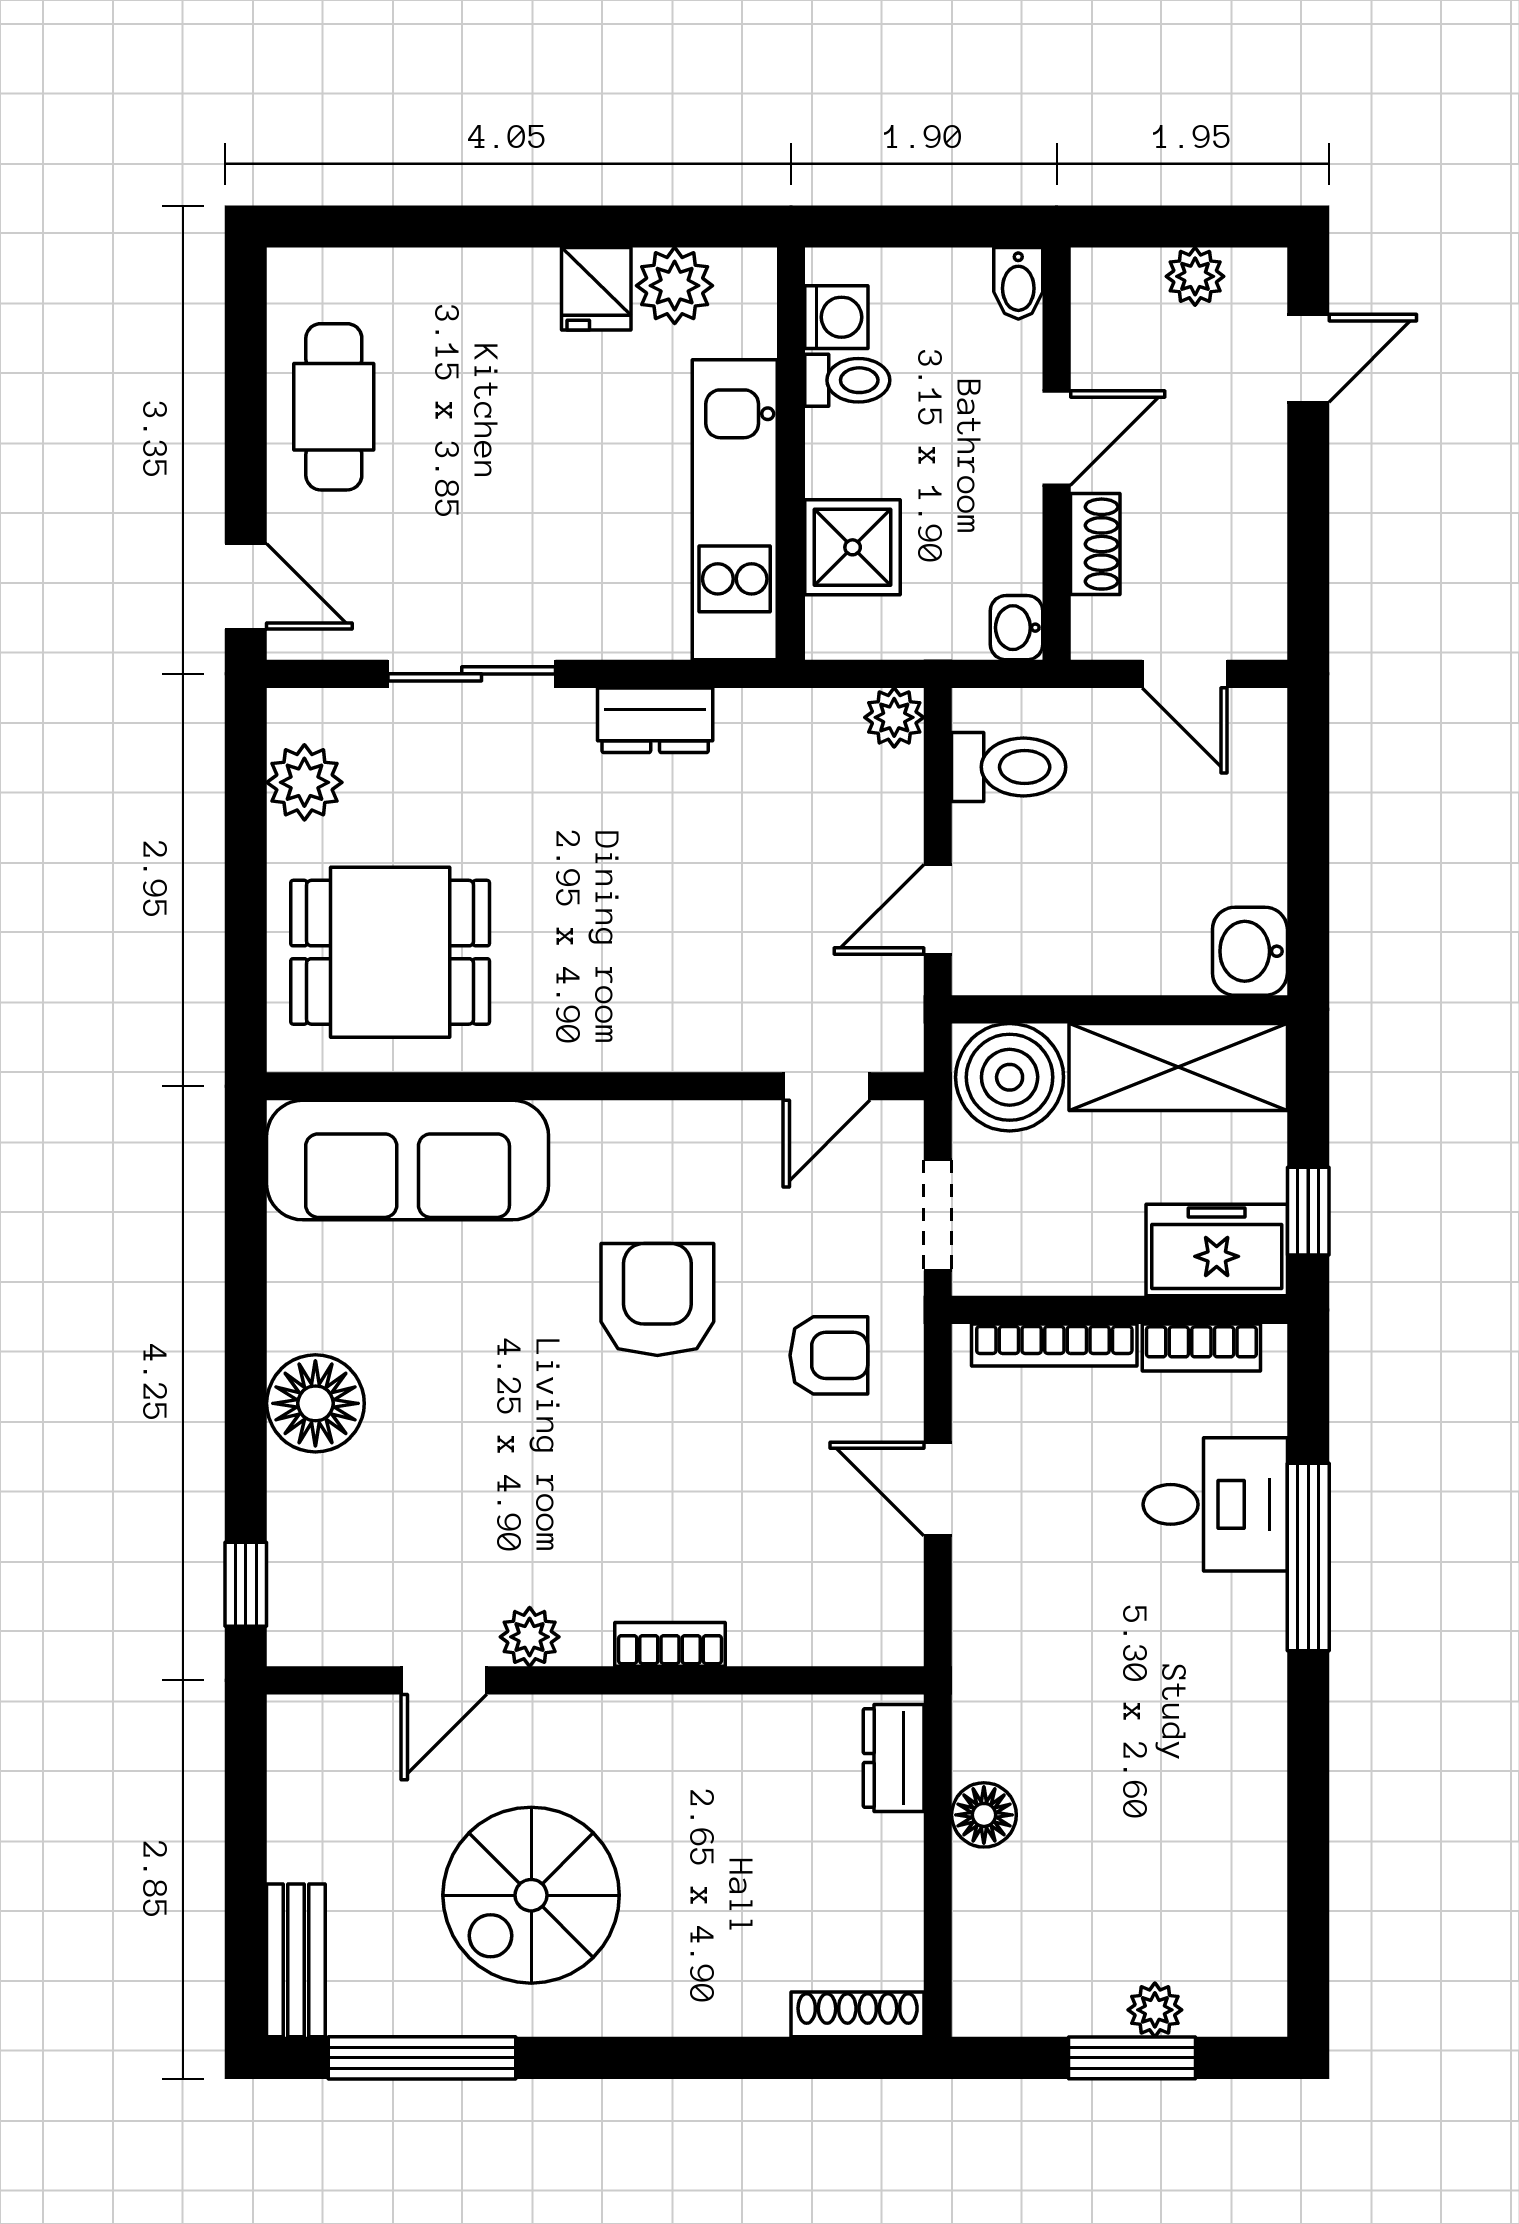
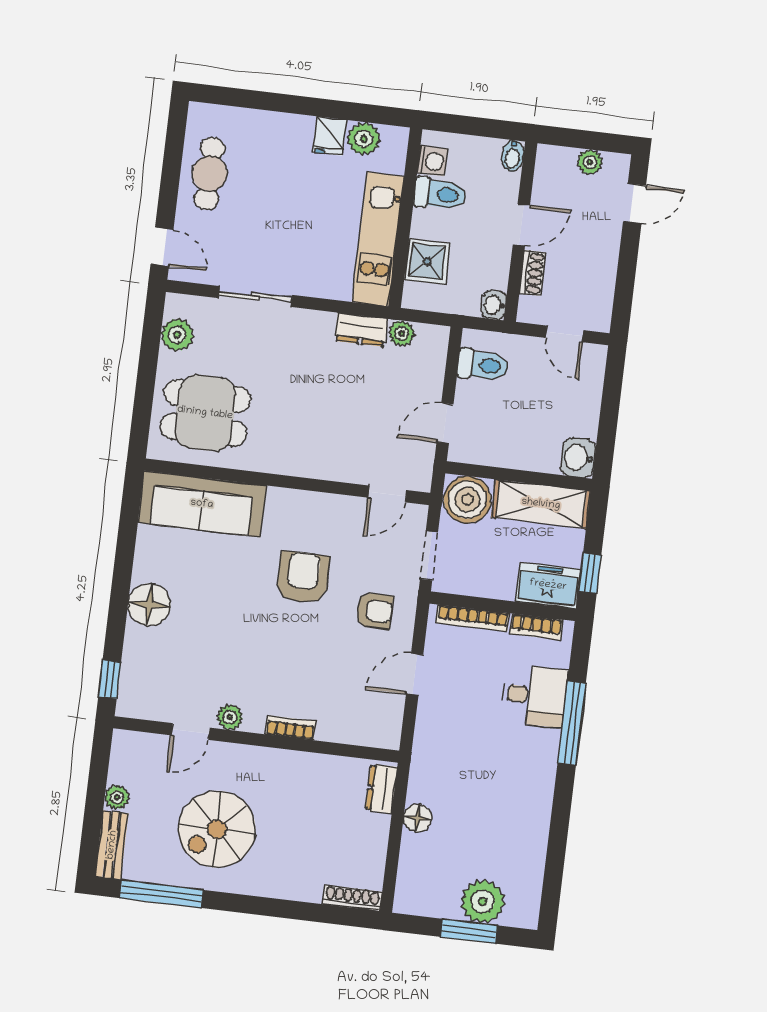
toilet: (847, 380) -> (440, 194), width x1.37, depth x1.39
plant: (894, 717) -> (402, 333), moved
dresser: (655, 720) -> (361, 330), moved
door: (938, 1489) -> (415, 674), hinge flipped
plant: (295, 1850) -> (117, 797), added
plant: (1155, 2010) -> (483, 901), width x1.88, depth x1.88

